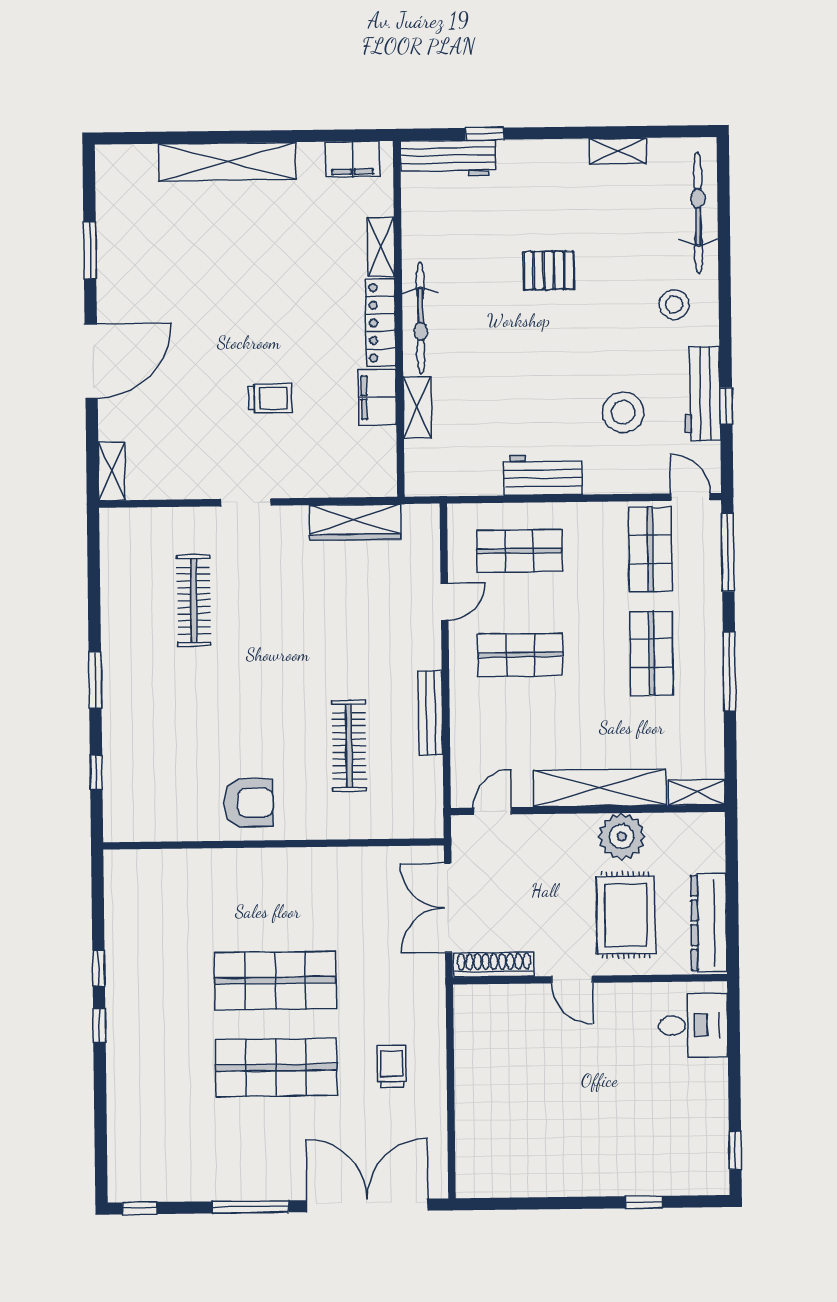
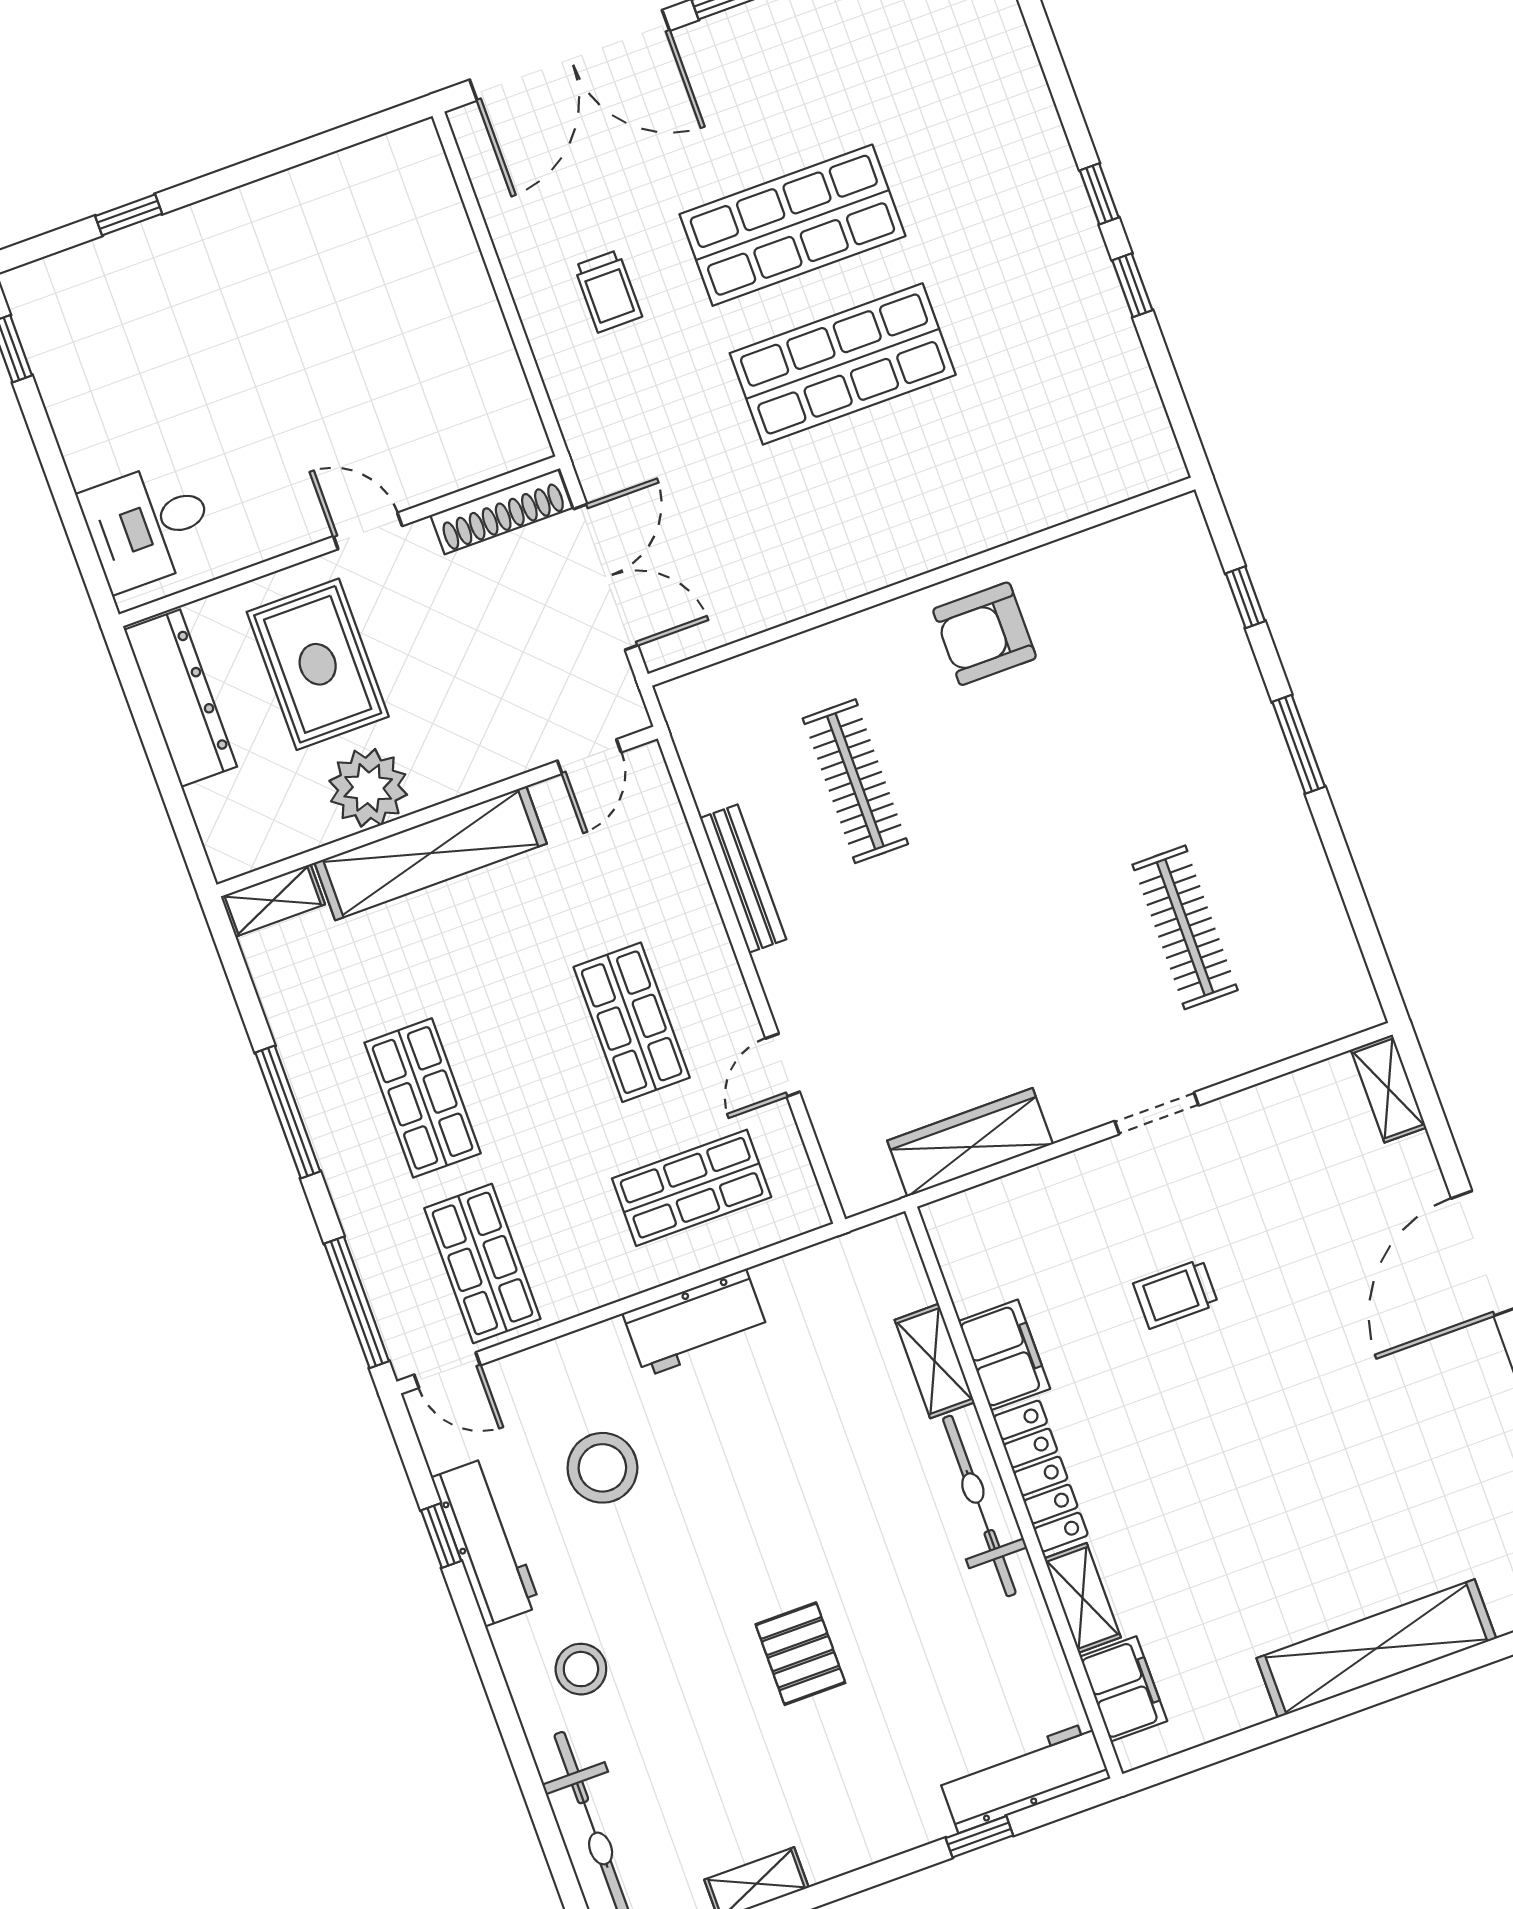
filing cabinet: (352, 159) -> (1124, 1689), moved, turned 90
pallet: (549, 270) -> (800, 1654), turned 90
shop shelf: (520, 655) -> (632, 1022), turned 90

